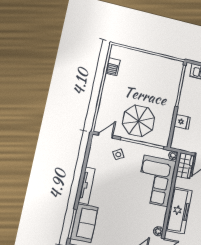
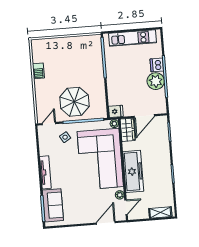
barbecue: (113, 67) -> (38, 71), moved
fridge: (182, 122) -> (116, 111), moved
corner sofa: (156, 181) -> (100, 159), width x1.36, depth x1.36

